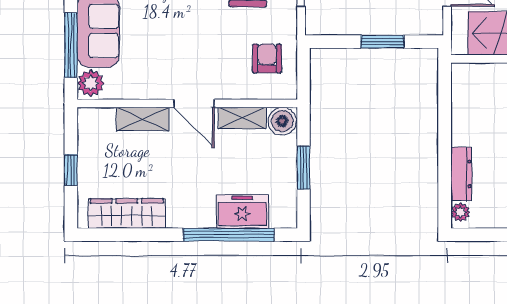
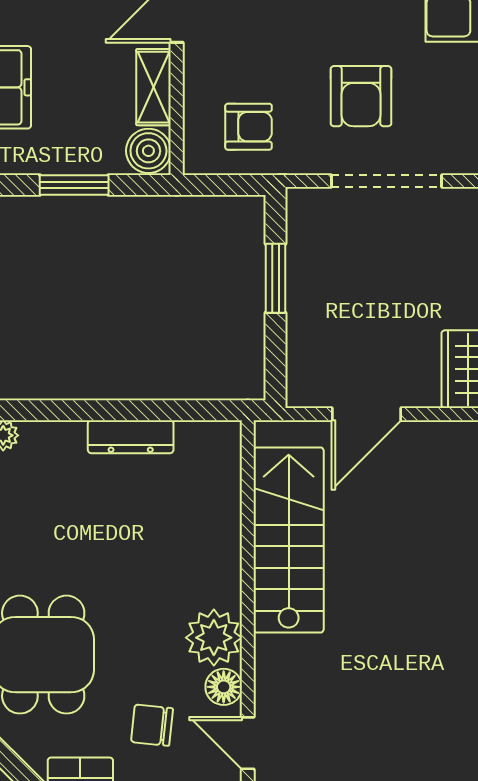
window: (382, 42) -> (275, 278), moved
dresser: (461, 174) -> (131, 437), moved

